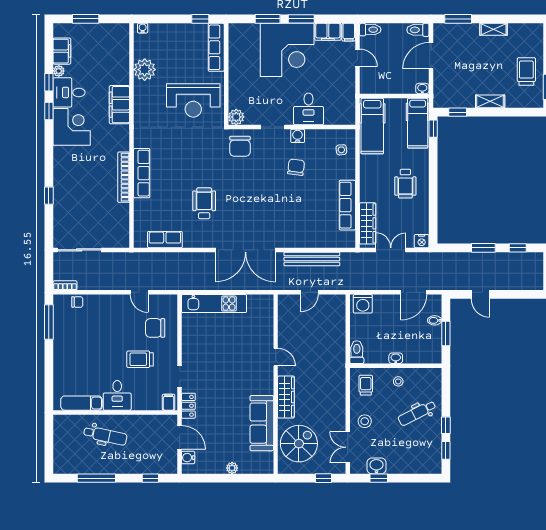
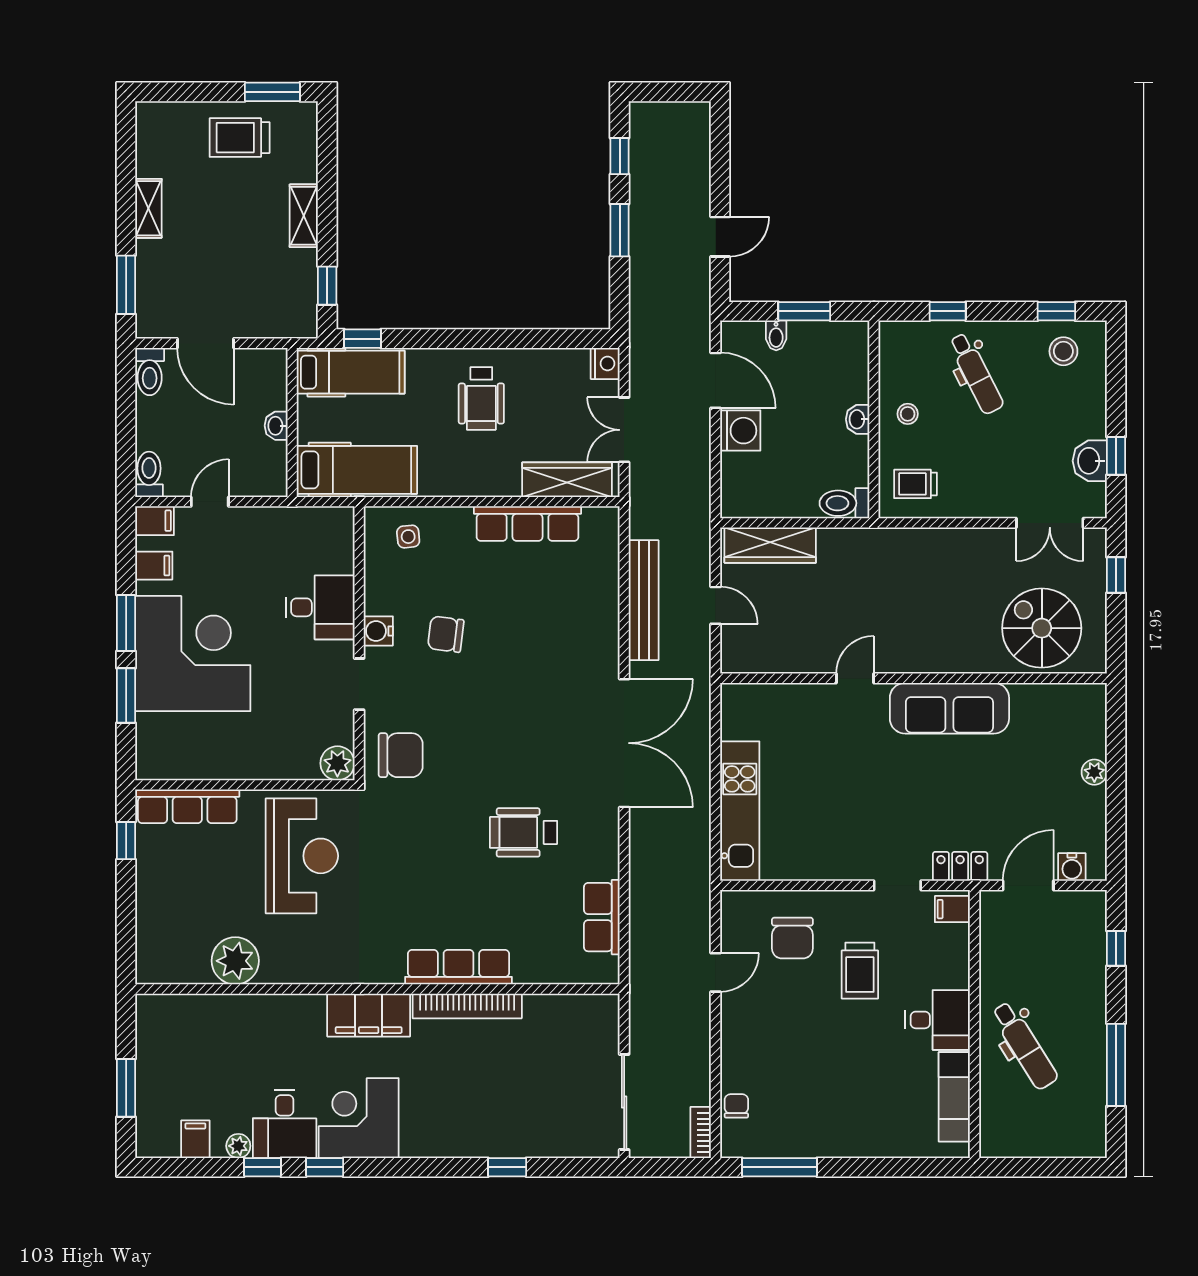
water cooler: (143, 28) -> (146, 965), removed
filing cabinet: (328, 32) -> (154, 566), width x0.50
filing cabinet: (62, 51) -> (195, 1139), width x0.50
washbasin: (422, 89) -> (276, 426), moved
filing cabinet: (119, 105) -> (369, 1015), moved
wheelchair: (405, 184) -> (481, 398), turned 90
washing machine: (363, 304) -> (740, 431), moved
wardrobe: (286, 397) -> (770, 545), moved, turned 180
stool: (365, 421) -> (1063, 351), moved
sofa: (262, 423) -> (949, 708), moved
window: (446, 425) -> (948, 311), moved
dental chair: (105, 436) -> (1024, 1046), turned 136

